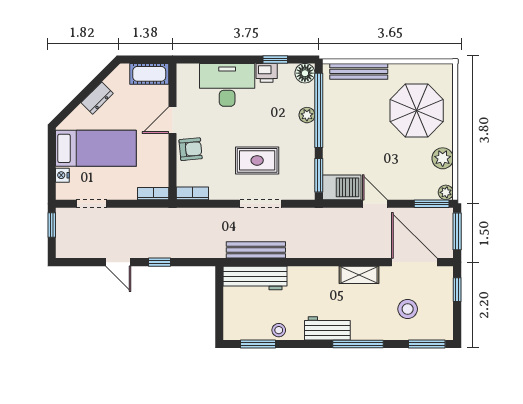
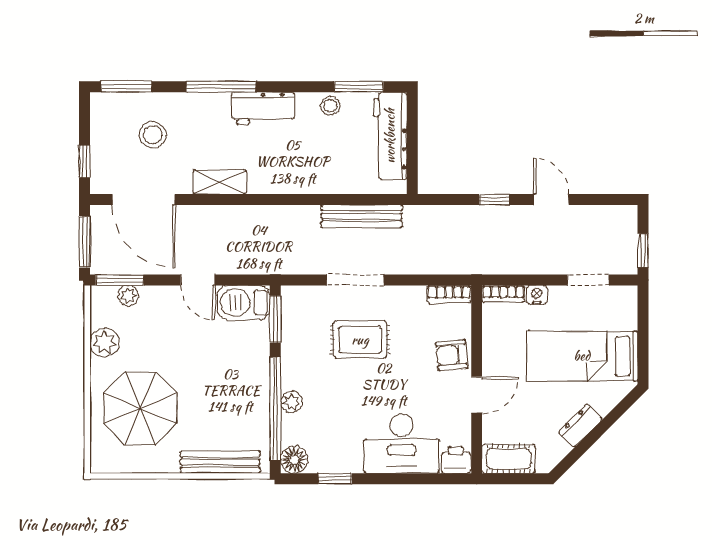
printer: (267, 73) -> (456, 460), moved
nightstand: (62, 175) -> (537, 295), moved, turned -90
plant: (446, 192) -> (128, 296), moved
workbench: (255, 278) -> (390, 136), moved, turned -90

